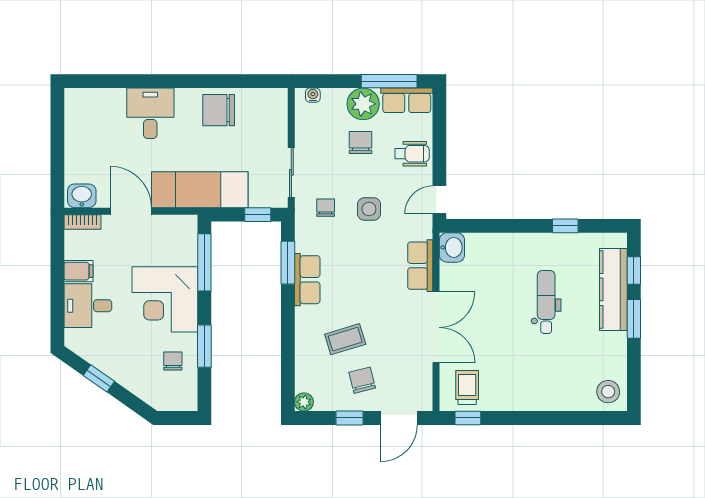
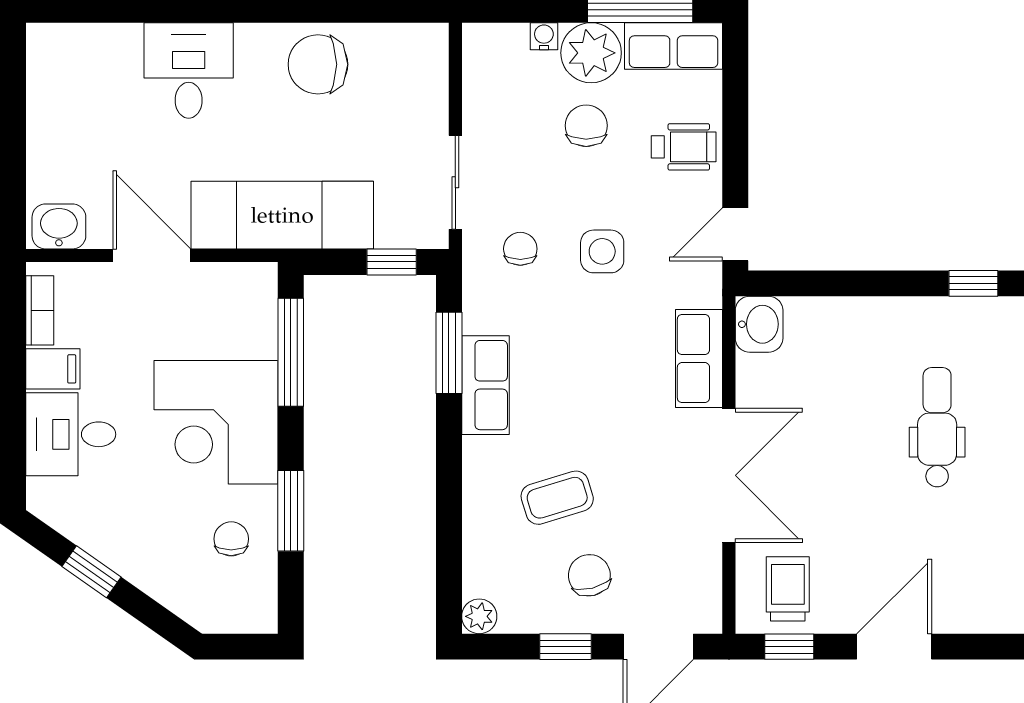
water cooler: (313, 95) -> (544, 36), moved
bookcase: (83, 222) -> (40, 310), moved, turned -90
door: (523, 418) -> (894, 647), added

